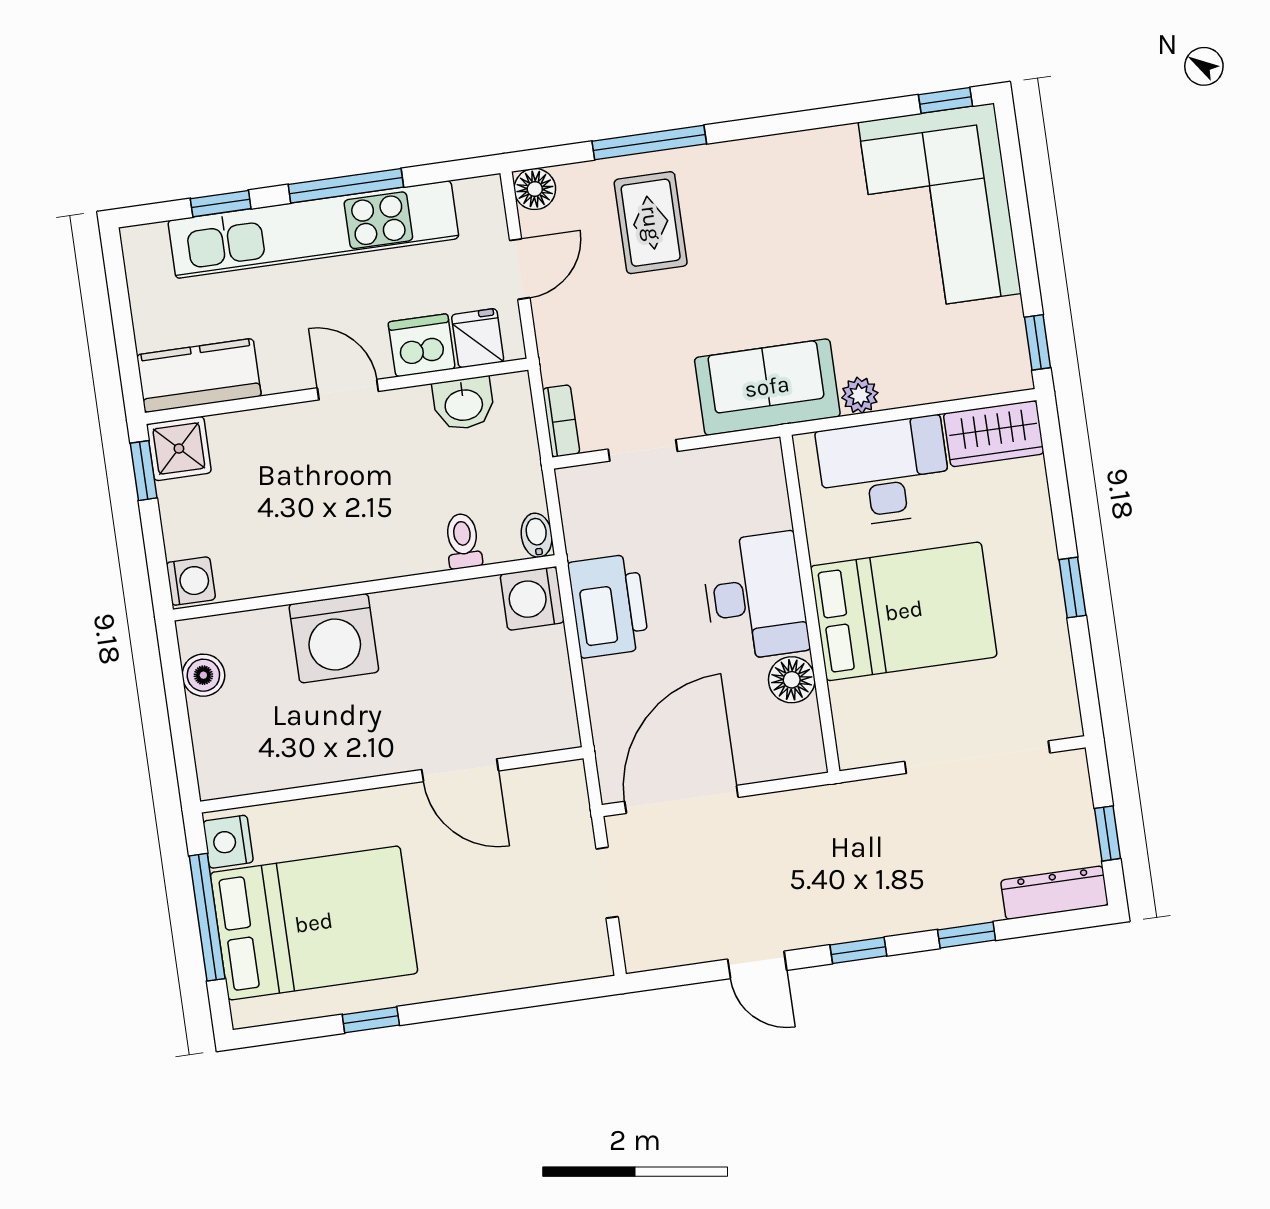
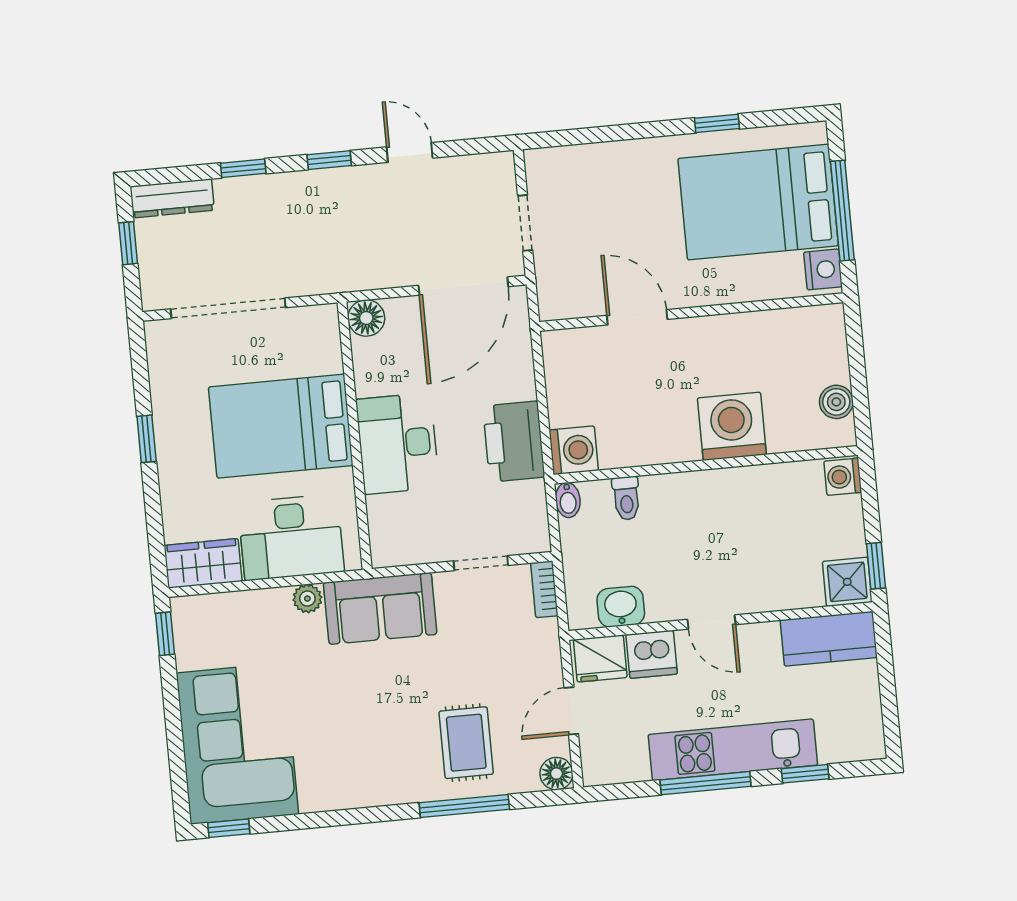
kitchen unit: (313, 230) -> (733, 750), width x0.73
fridge: (478, 338) -> (600, 659), width x1.38
floor lamp: (792, 680) -> (366, 318), moved

